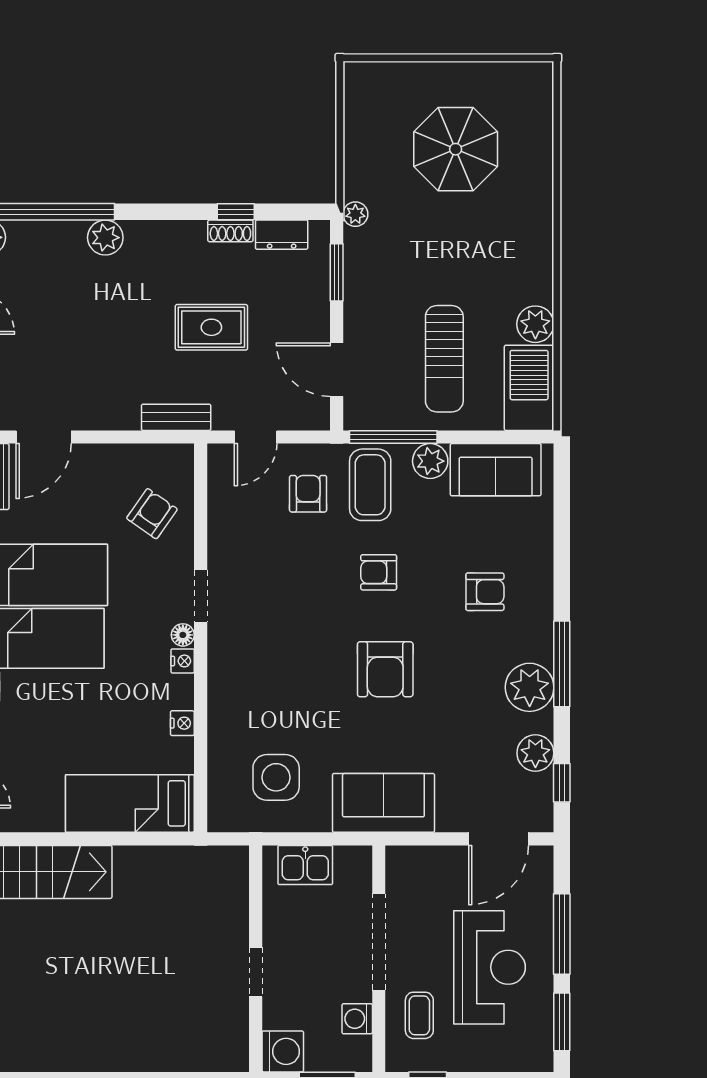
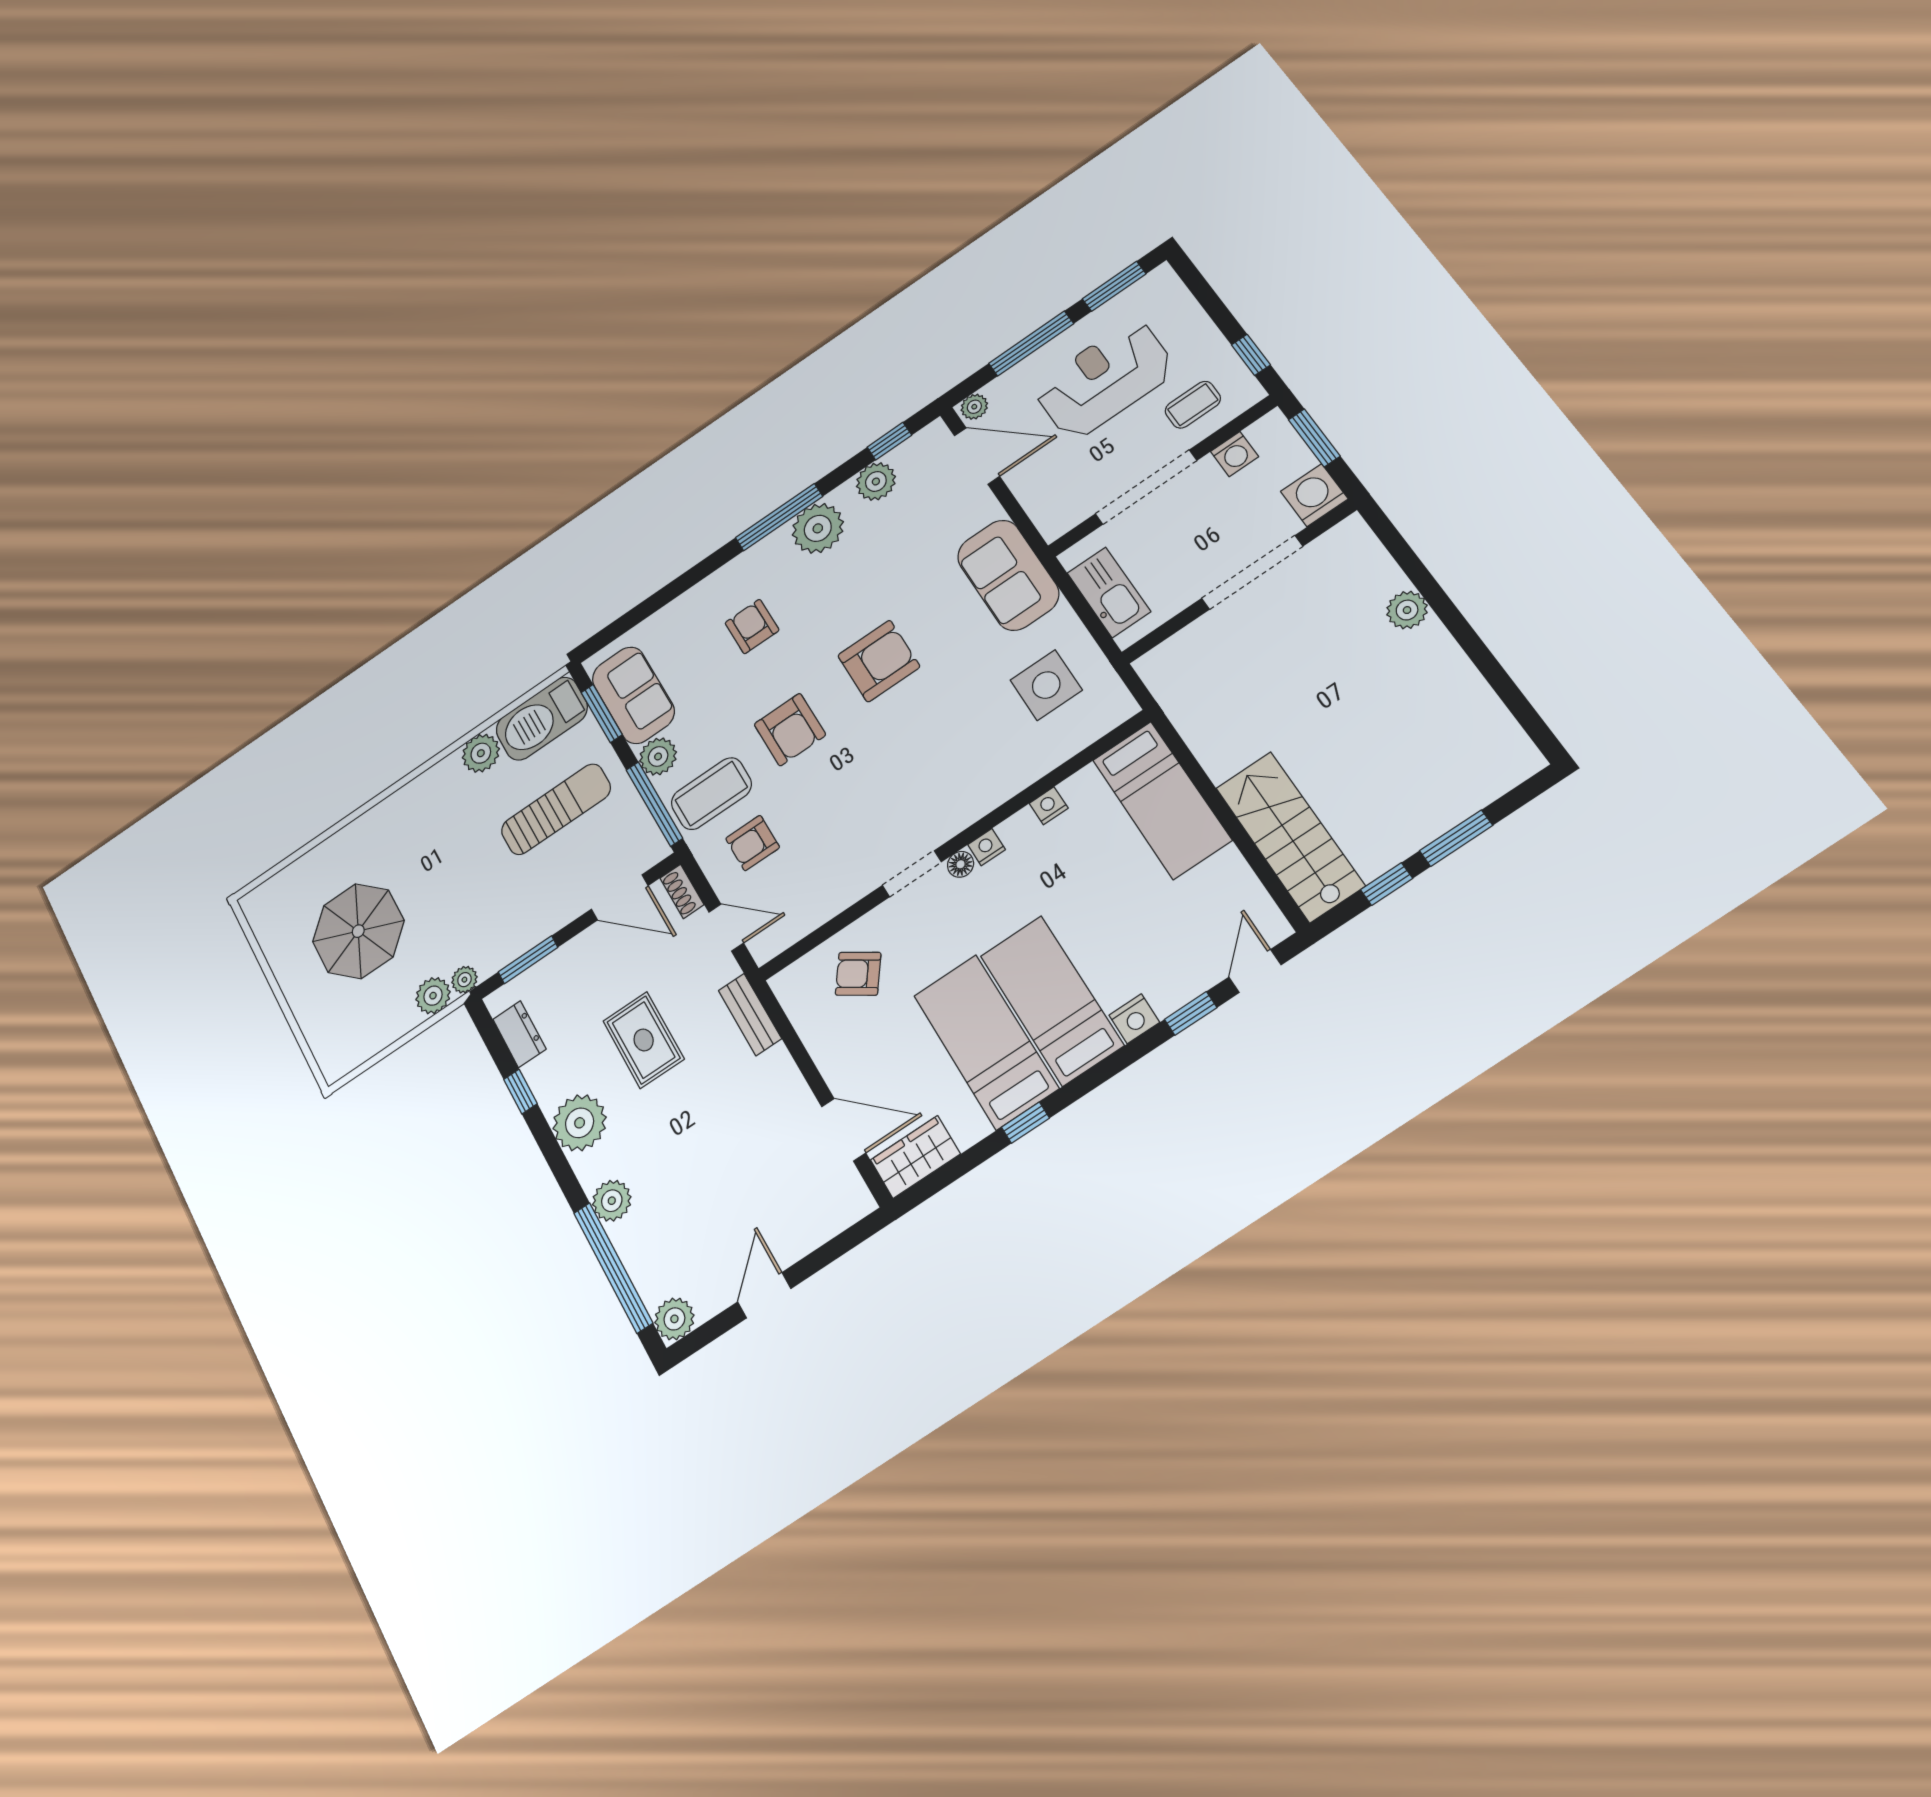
plant: (360, 183) -> (433, 996), added
shoe rack: (230, 231) -> (682, 891), moved, turned 180
plant: (181, 245) -> (580, 1123), added
door: (337, 370) -> (620, 897), hinge flipped
window: (498, 437) -> (602, 713), added
armchair: (379, 572) -> (790, 730), width x1.38, depth x1.38
plant: (541, 861) -> (974, 407), added
kitchen sink: (305, 865) -> (1109, 592), width x1.38
doorway: (256, 972) -> (1252, 572), width x1.88
plant: (149, 1055) -> (1407, 610), added

